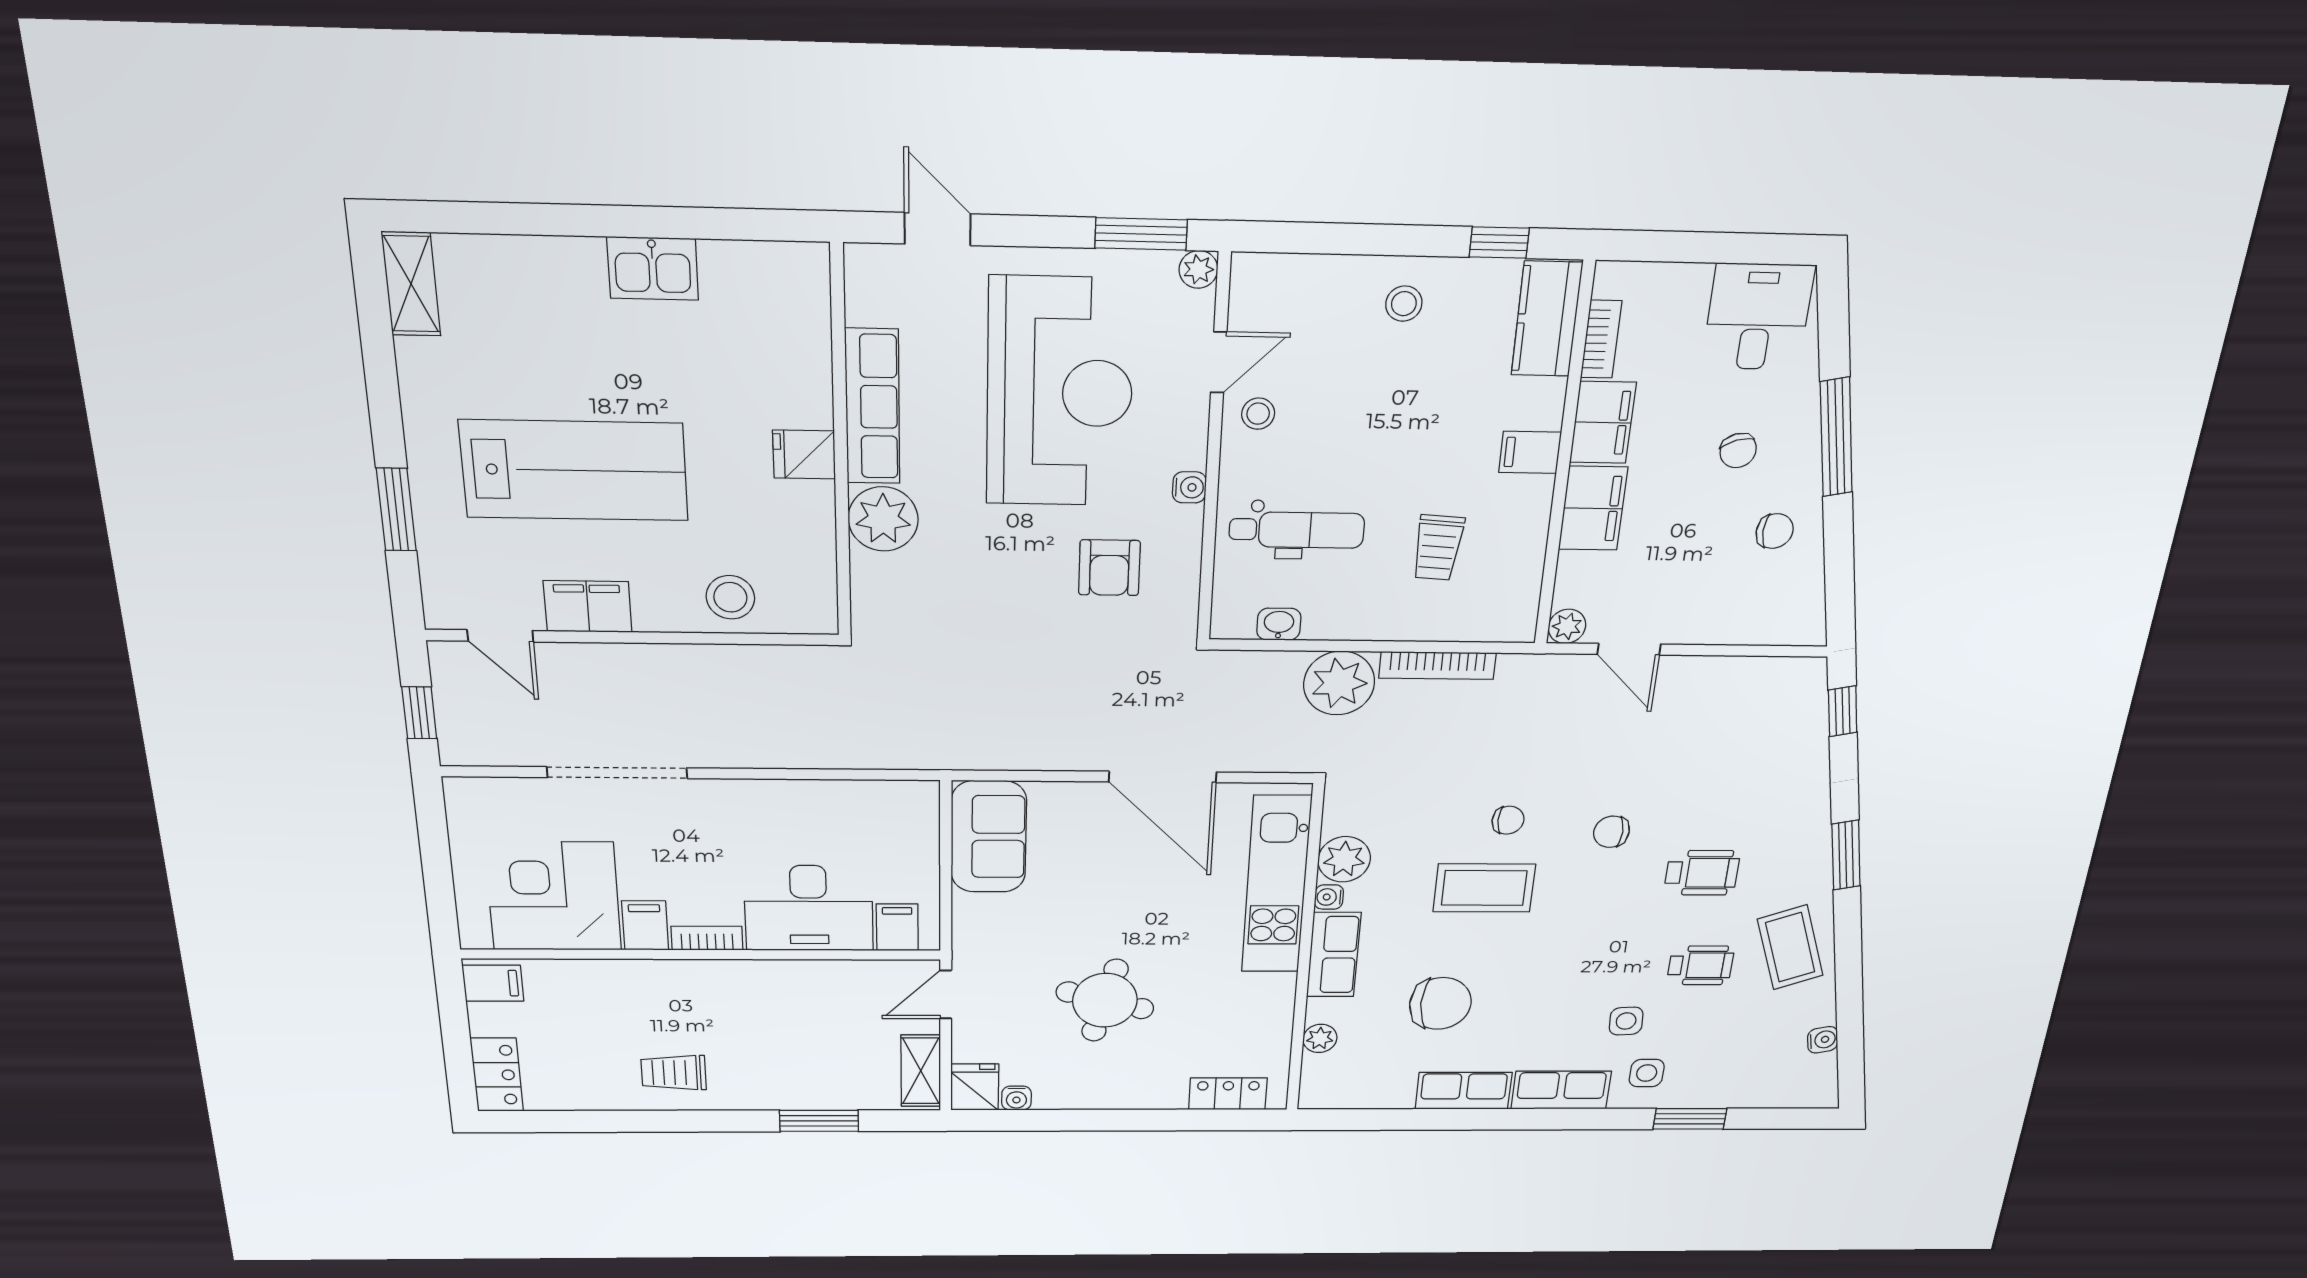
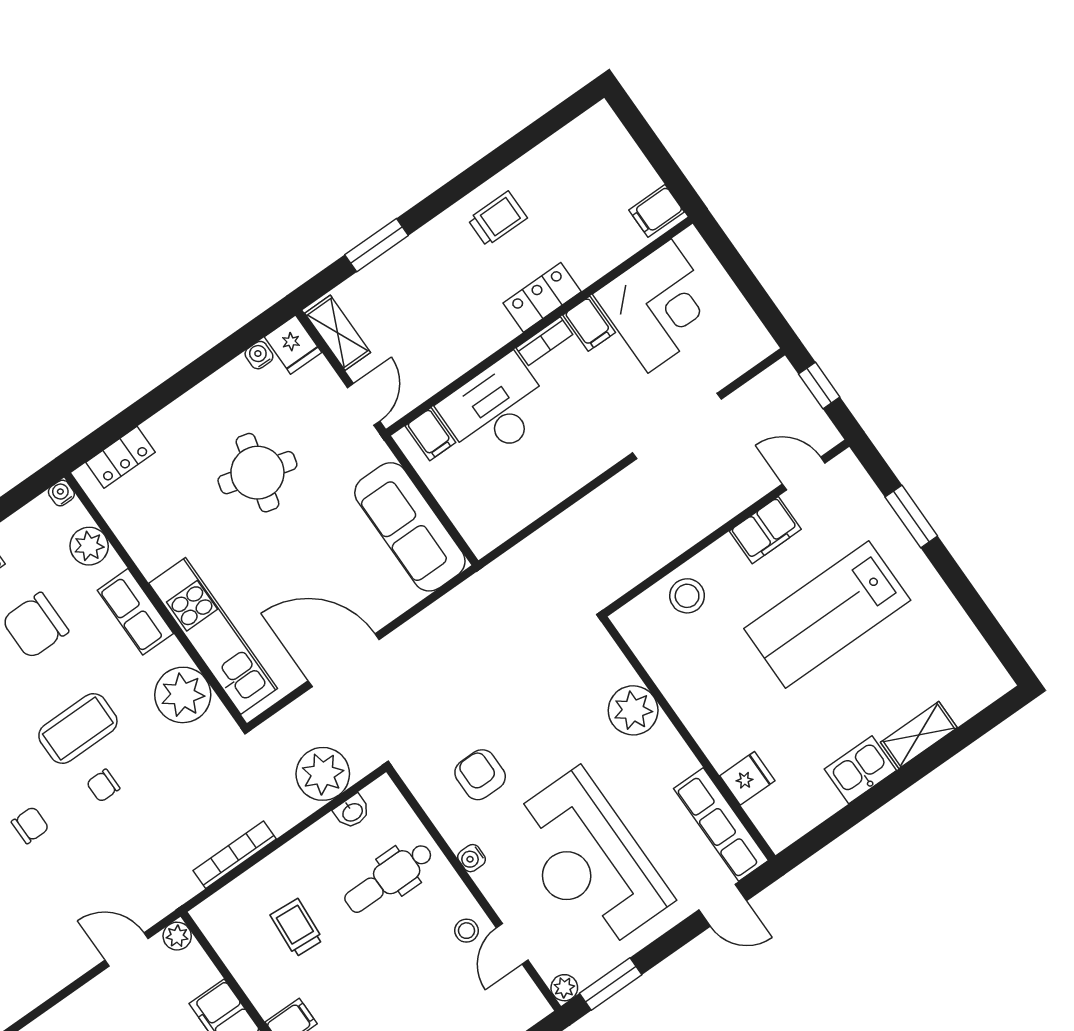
shelving: (411, 284) -> (919, 735), moved, turned 90
row of seats: (872, 407) -> (721, 824), moved
fridge: (804, 455) -> (747, 778), moved
plant: (1339, 683) -> (323, 774), moved
sofa: (989, 837) -> (410, 527), width x1.36
plant: (1344, 859) -> (183, 695), width x1.36, depth x1.36
water cooler: (1329, 897) -> (61, 493), moved, turned -90
plant: (1320, 1038) -> (89, 546), width x1.38, depth x1.38
locker: (497, 1075) -> (542, 297), moved, turned 90

